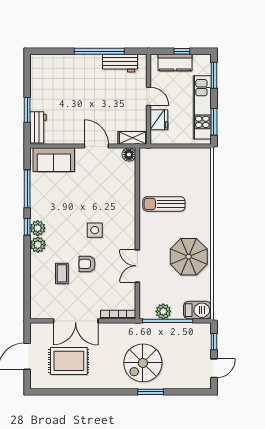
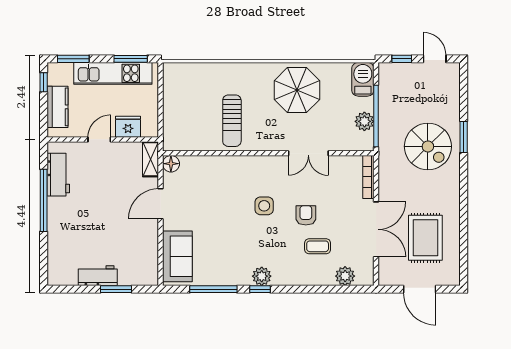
window: (182, 51) -> (44, 82), moved
workbench: (38, 127) -> (98, 276), moved
plant: (38, 245) -> (345, 276), moved
armchair: (87, 264) -> (306, 215), turned 180

